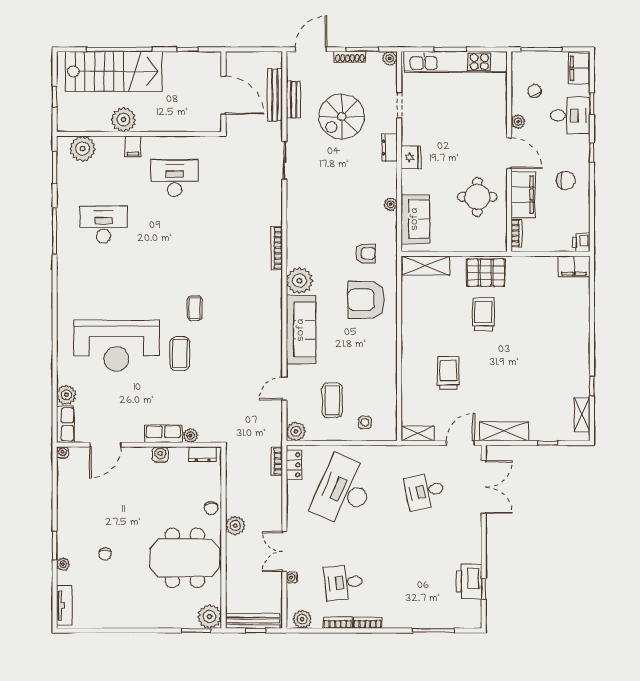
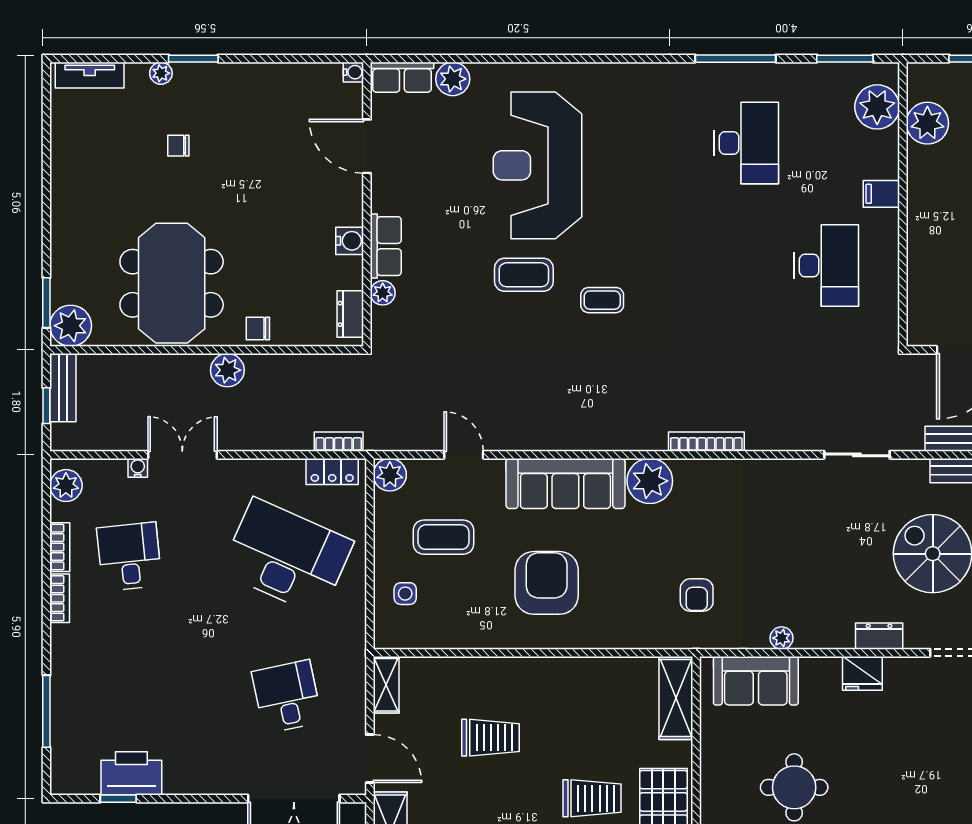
plant: (123, 120) -> (927, 123), moved
armchair: (366, 300) -> (547, 583), moved
bench: (253, 621) -> (63, 388), width x0.73

